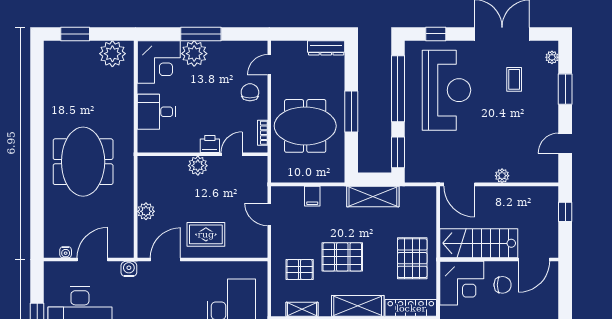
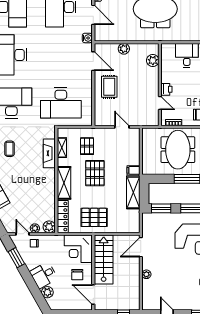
plant: (198, 166) -> (153, 61), moved
filing cabinet: (312, 196) -> (133, 170), moved
door: (269, 214) -> (122, 127), hinge flipped

